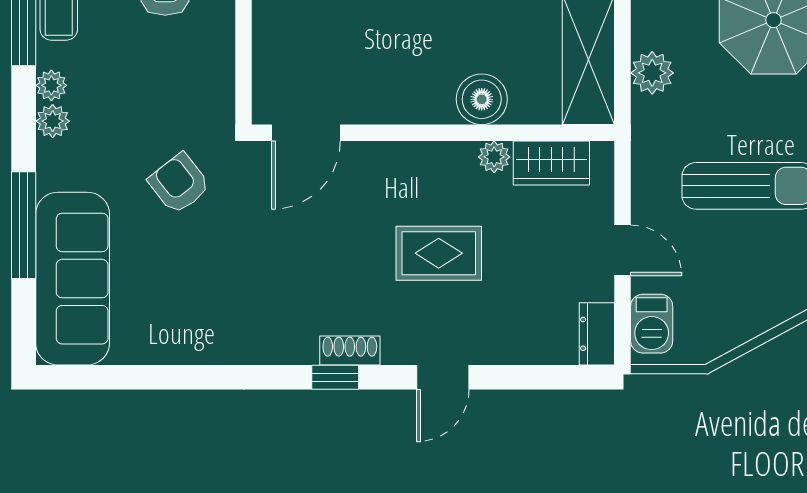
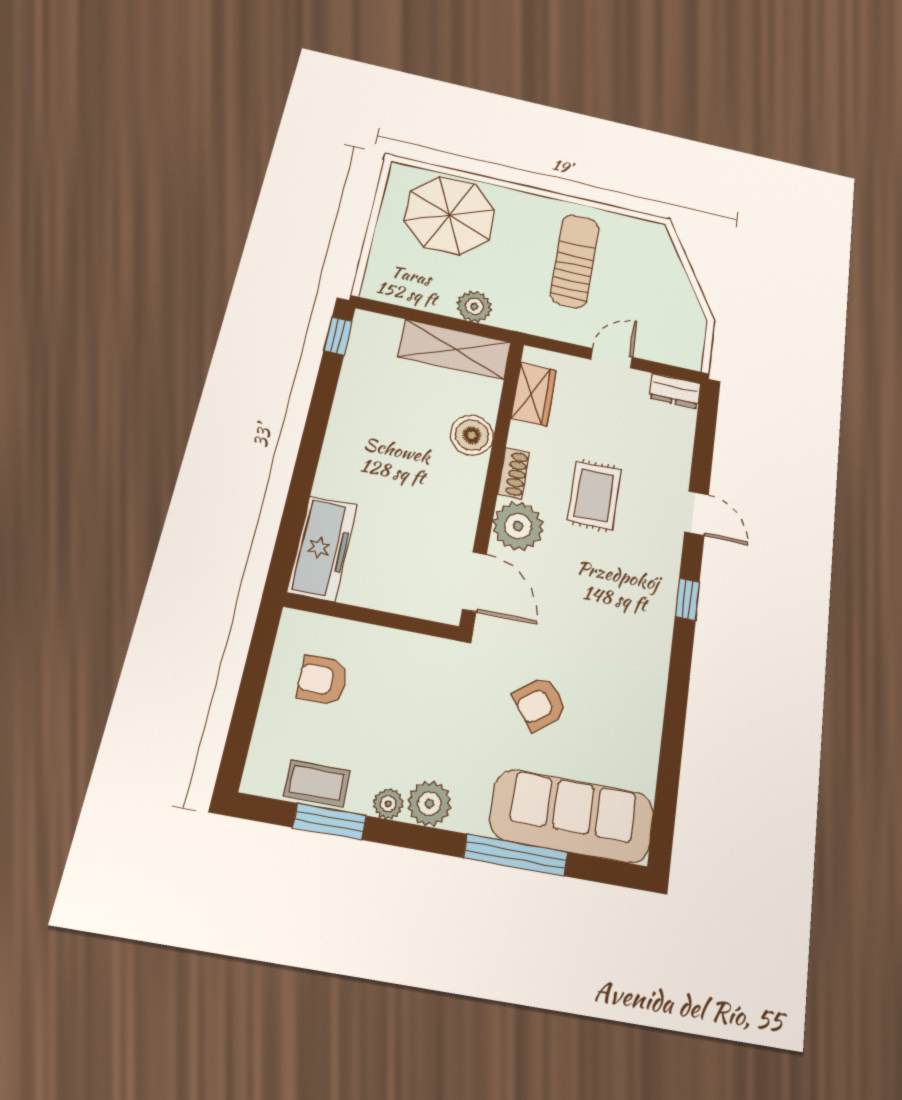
plant: (53, 121) -> (429, 804), width x1.38, depth x1.38
plant: (494, 157) -> (518, 526), moved, width x1.88, depth x1.88
armchair: (179, 184) -> (540, 703), moved
barbecue: (652, 324) -> (671, 350), removed
shoe rack: (350, 350) -> (514, 474), moved, turned 180

